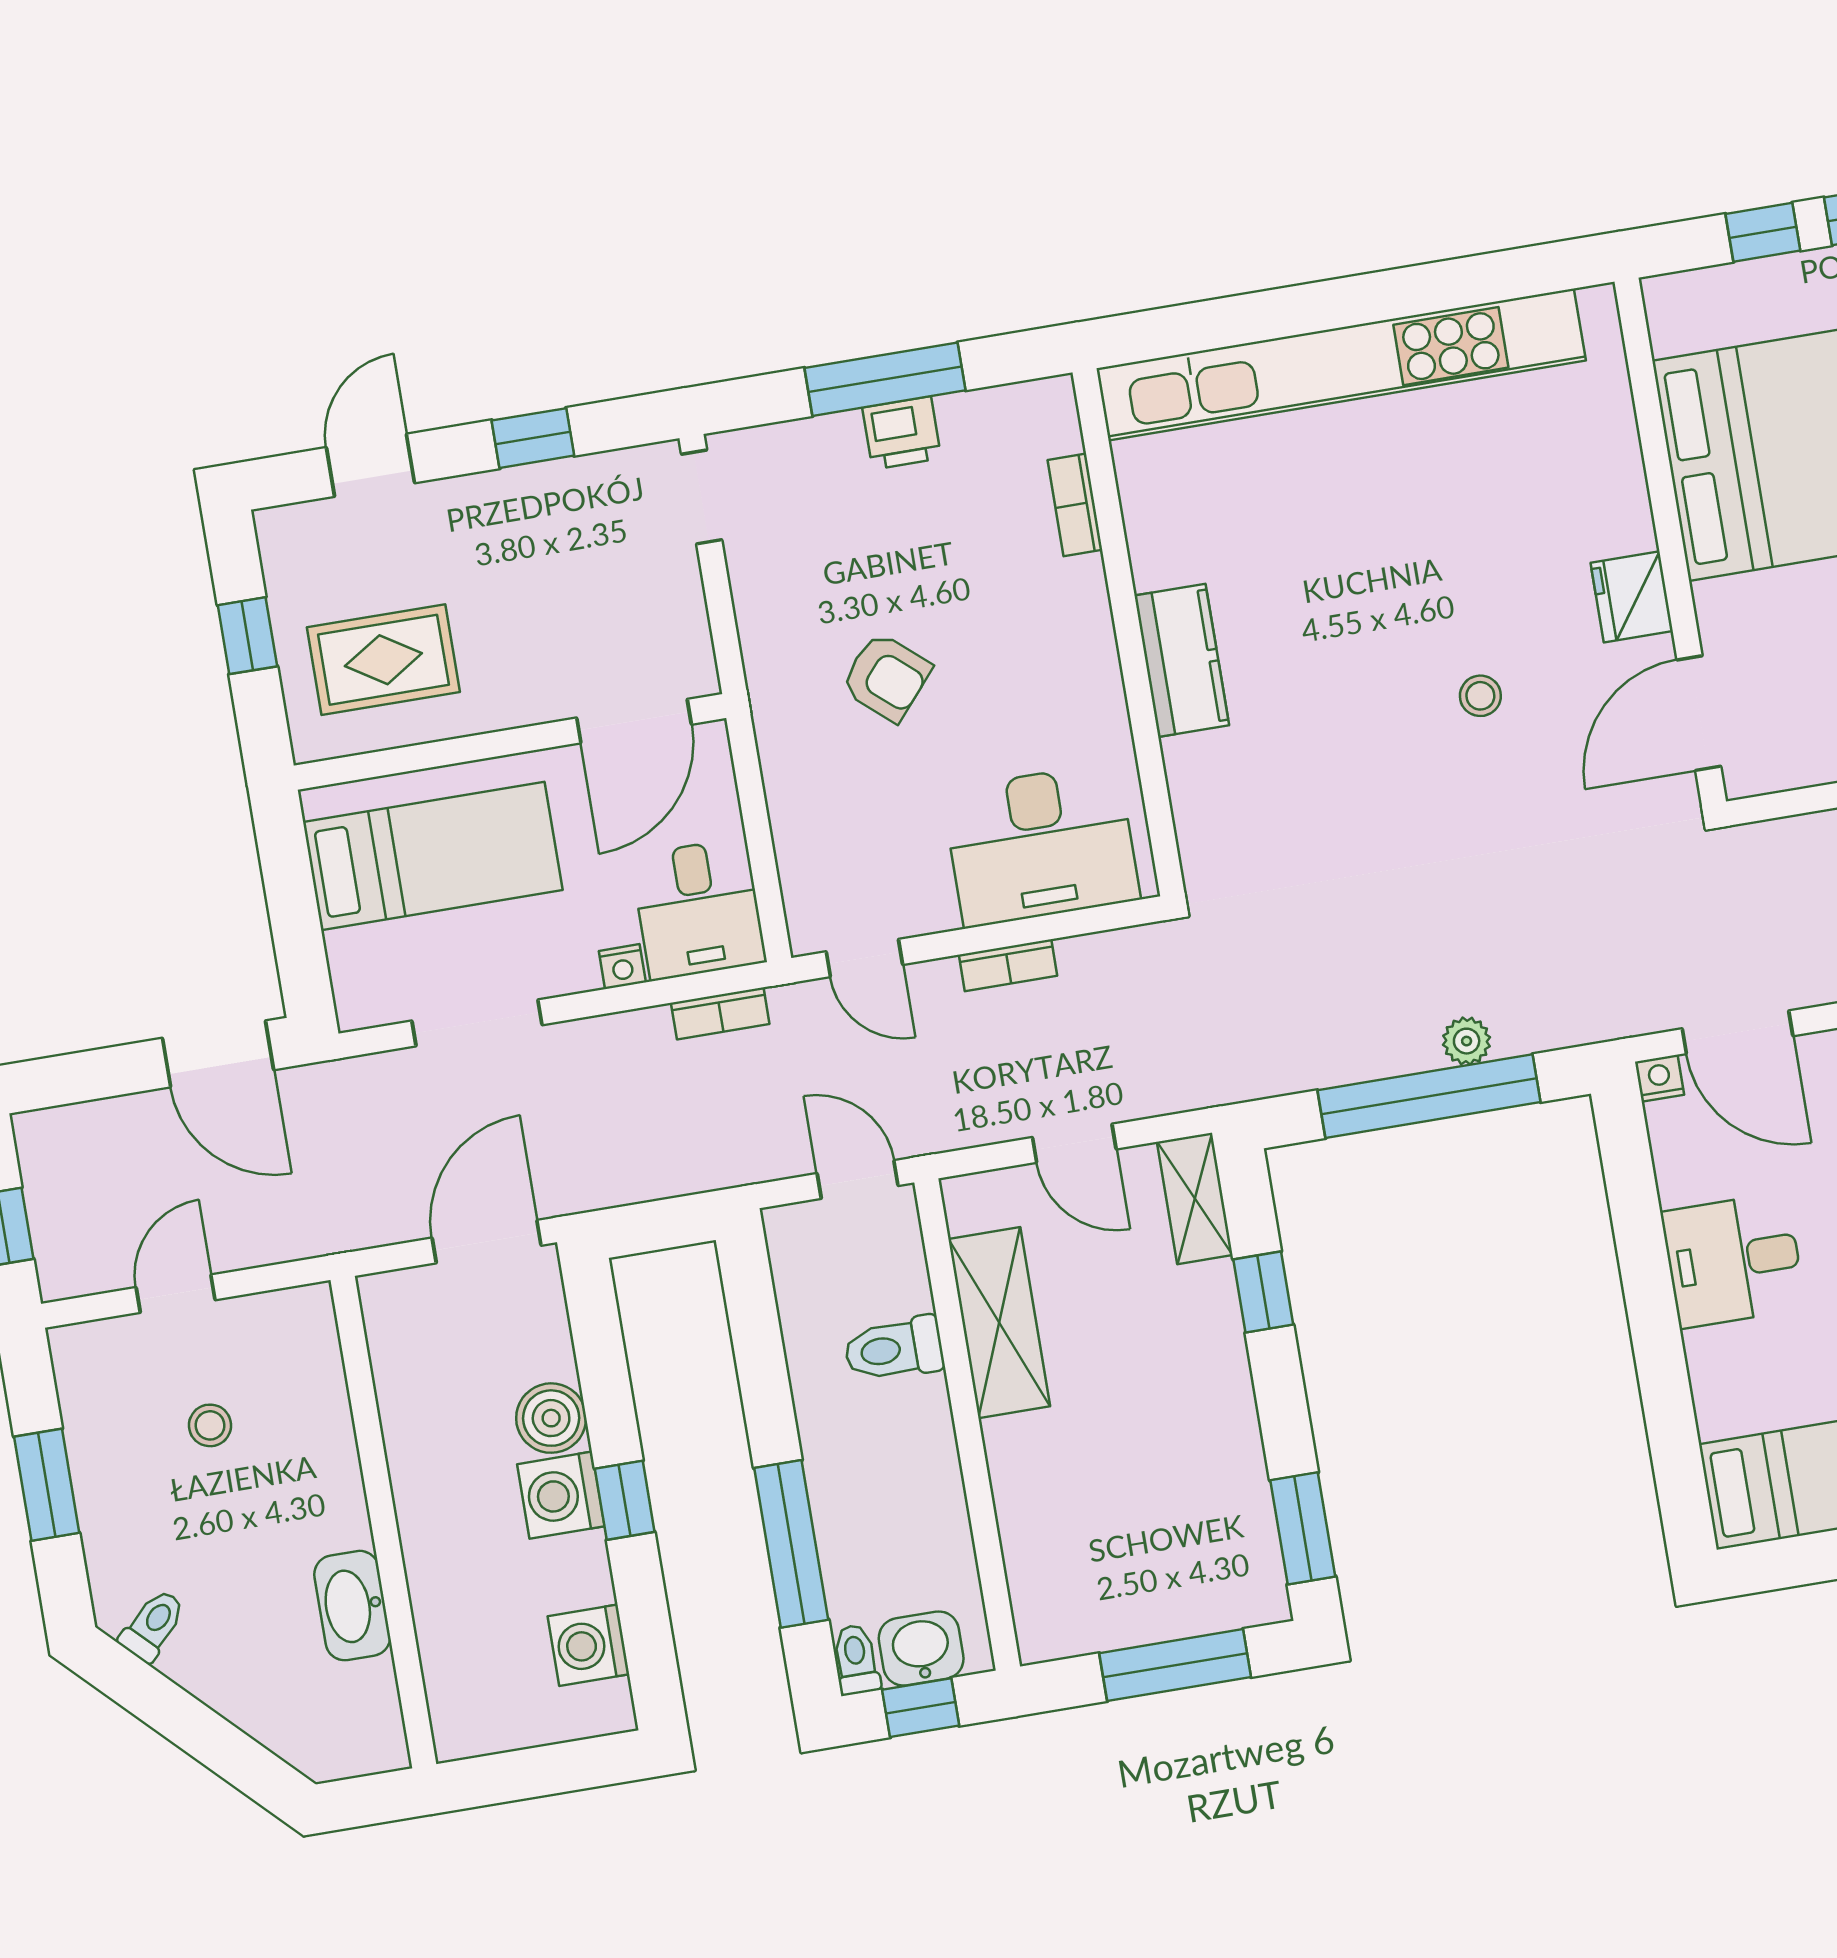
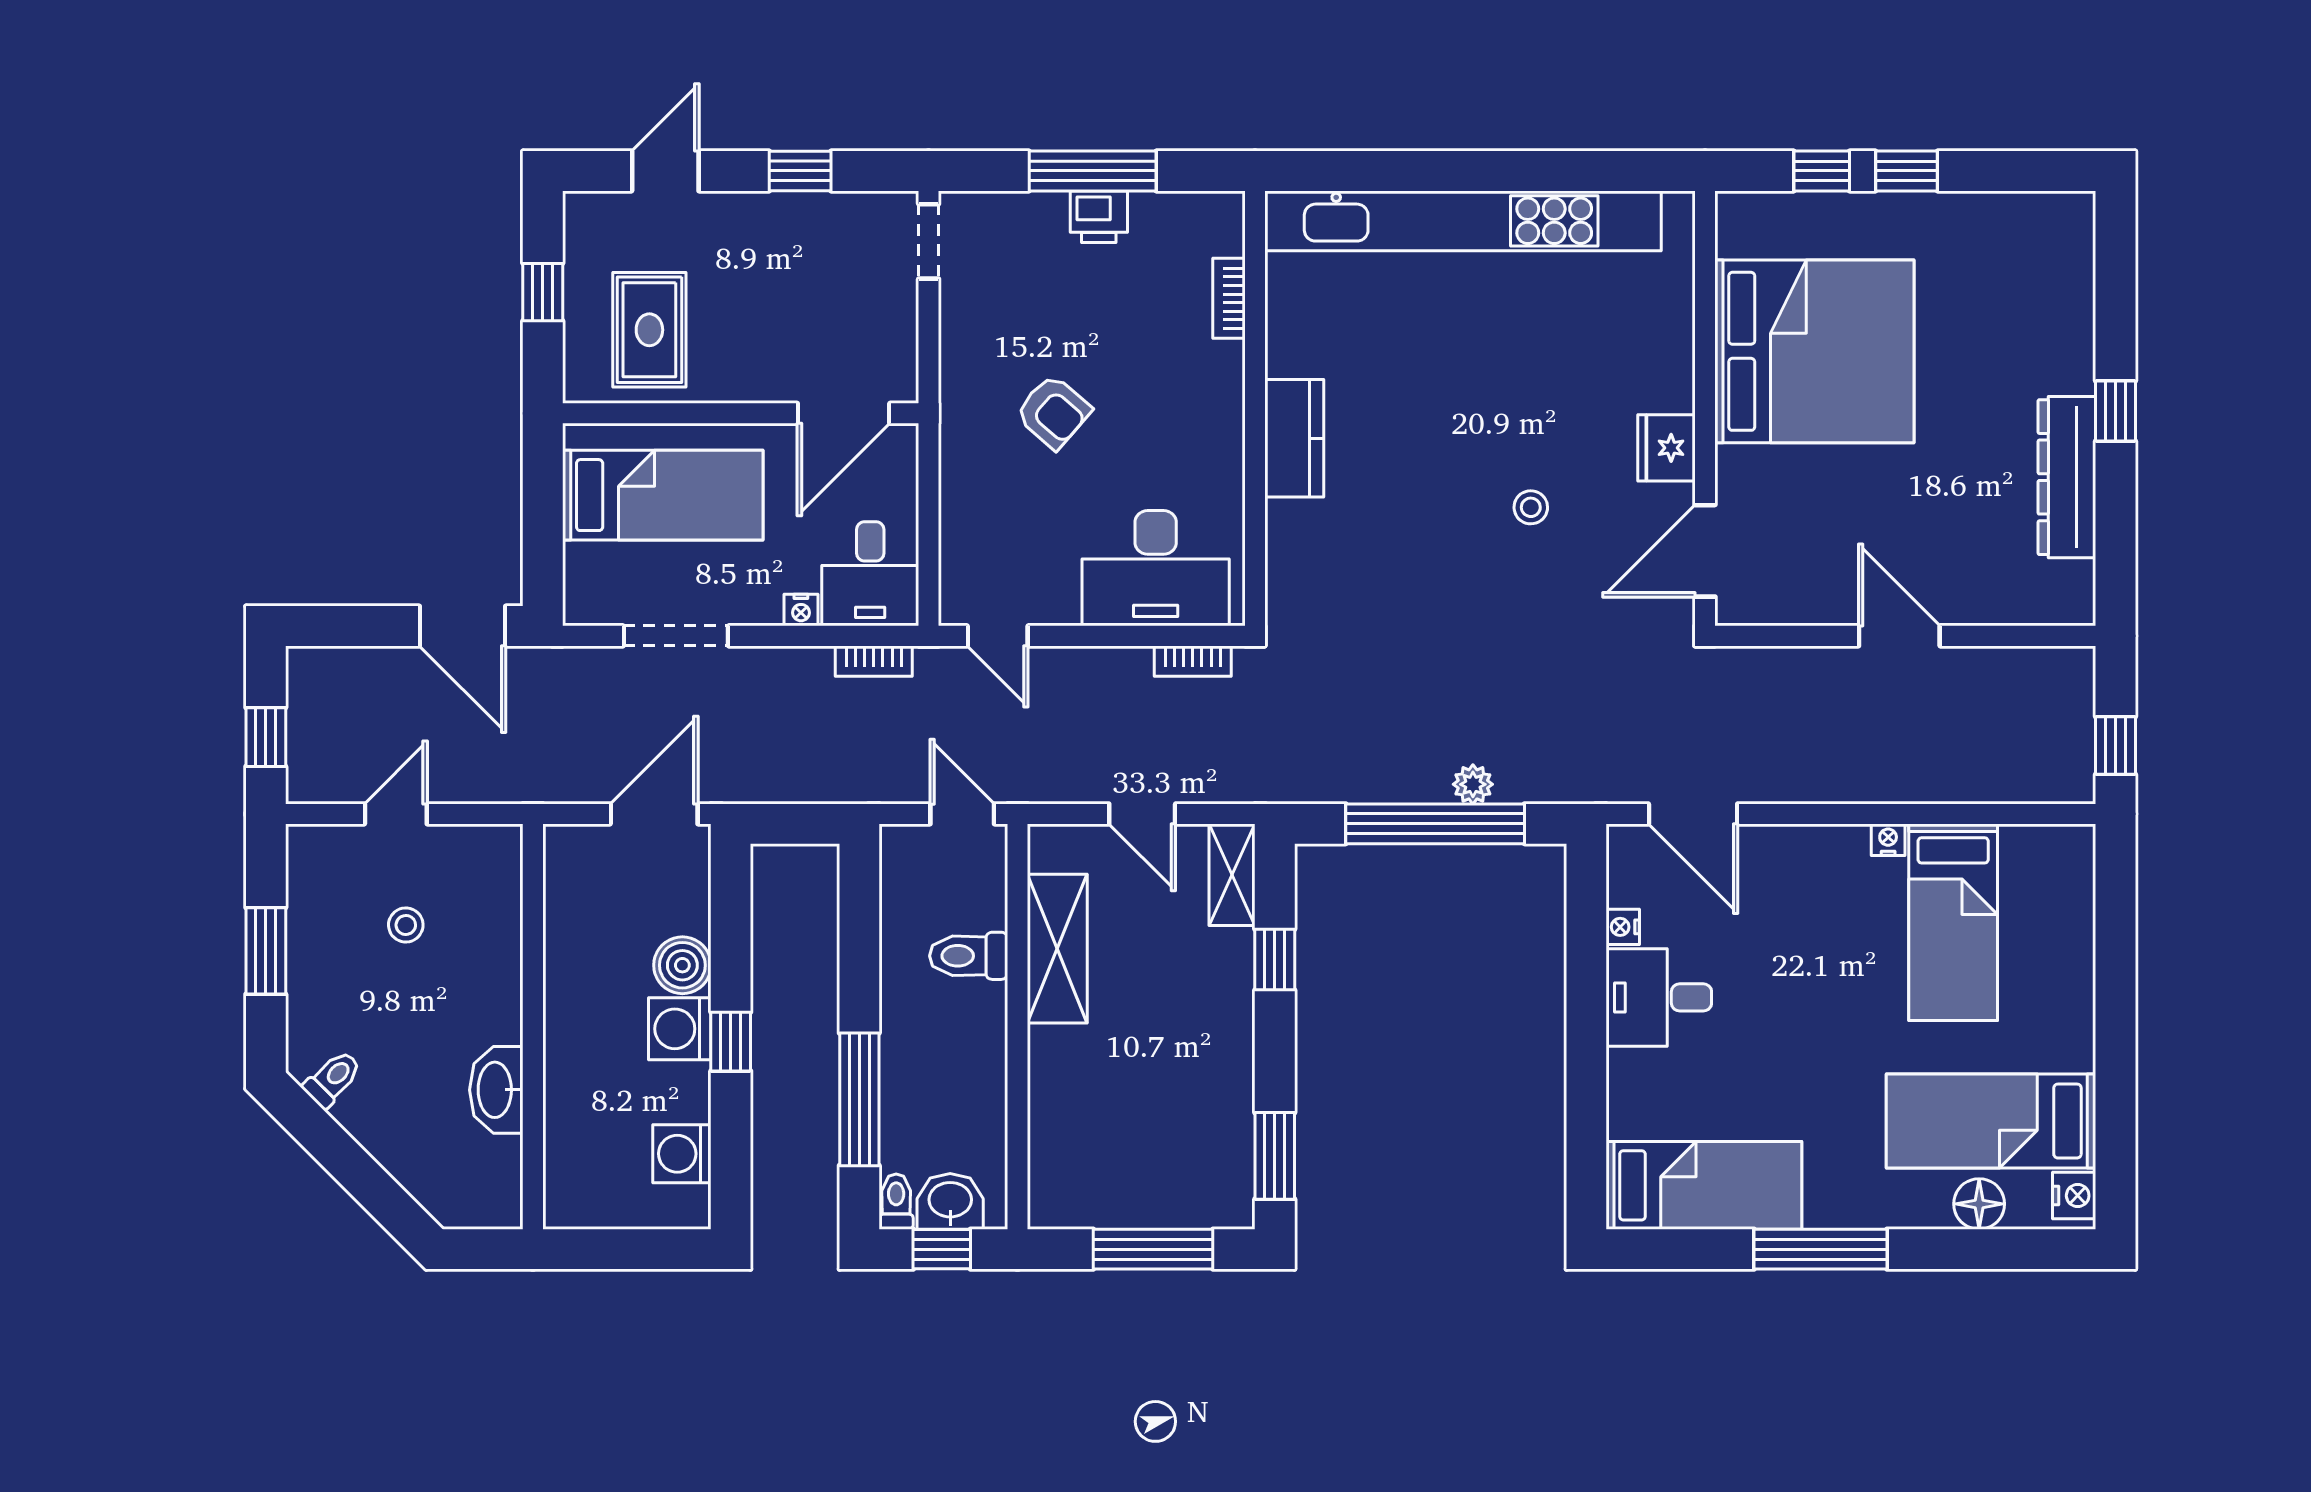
rug: (383, 660) -> (649, 330), turned 90
bookcase: (1008, 965) -> (1193, 661), moved
nightstand: (1659, 1078) -> (1623, 927), moved, turned -90

